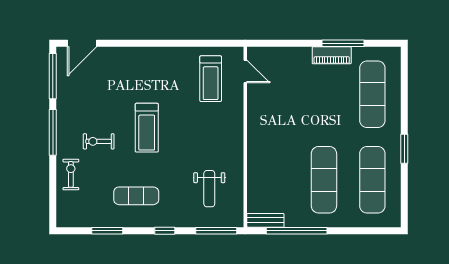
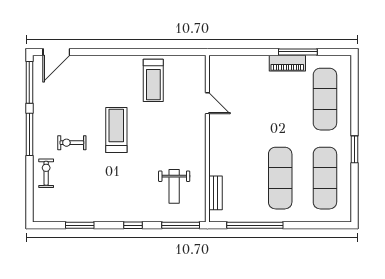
door: (245, 71) -> (207, 103), moved
treadmill: (211, 79) -> (153, 80), moved
treadmill: (147, 128) -> (116, 130), turned 180
exercise mat: (136, 196) -> (107, 193), removed
bench: (265, 220) -> (215, 193), moved, turned 90

